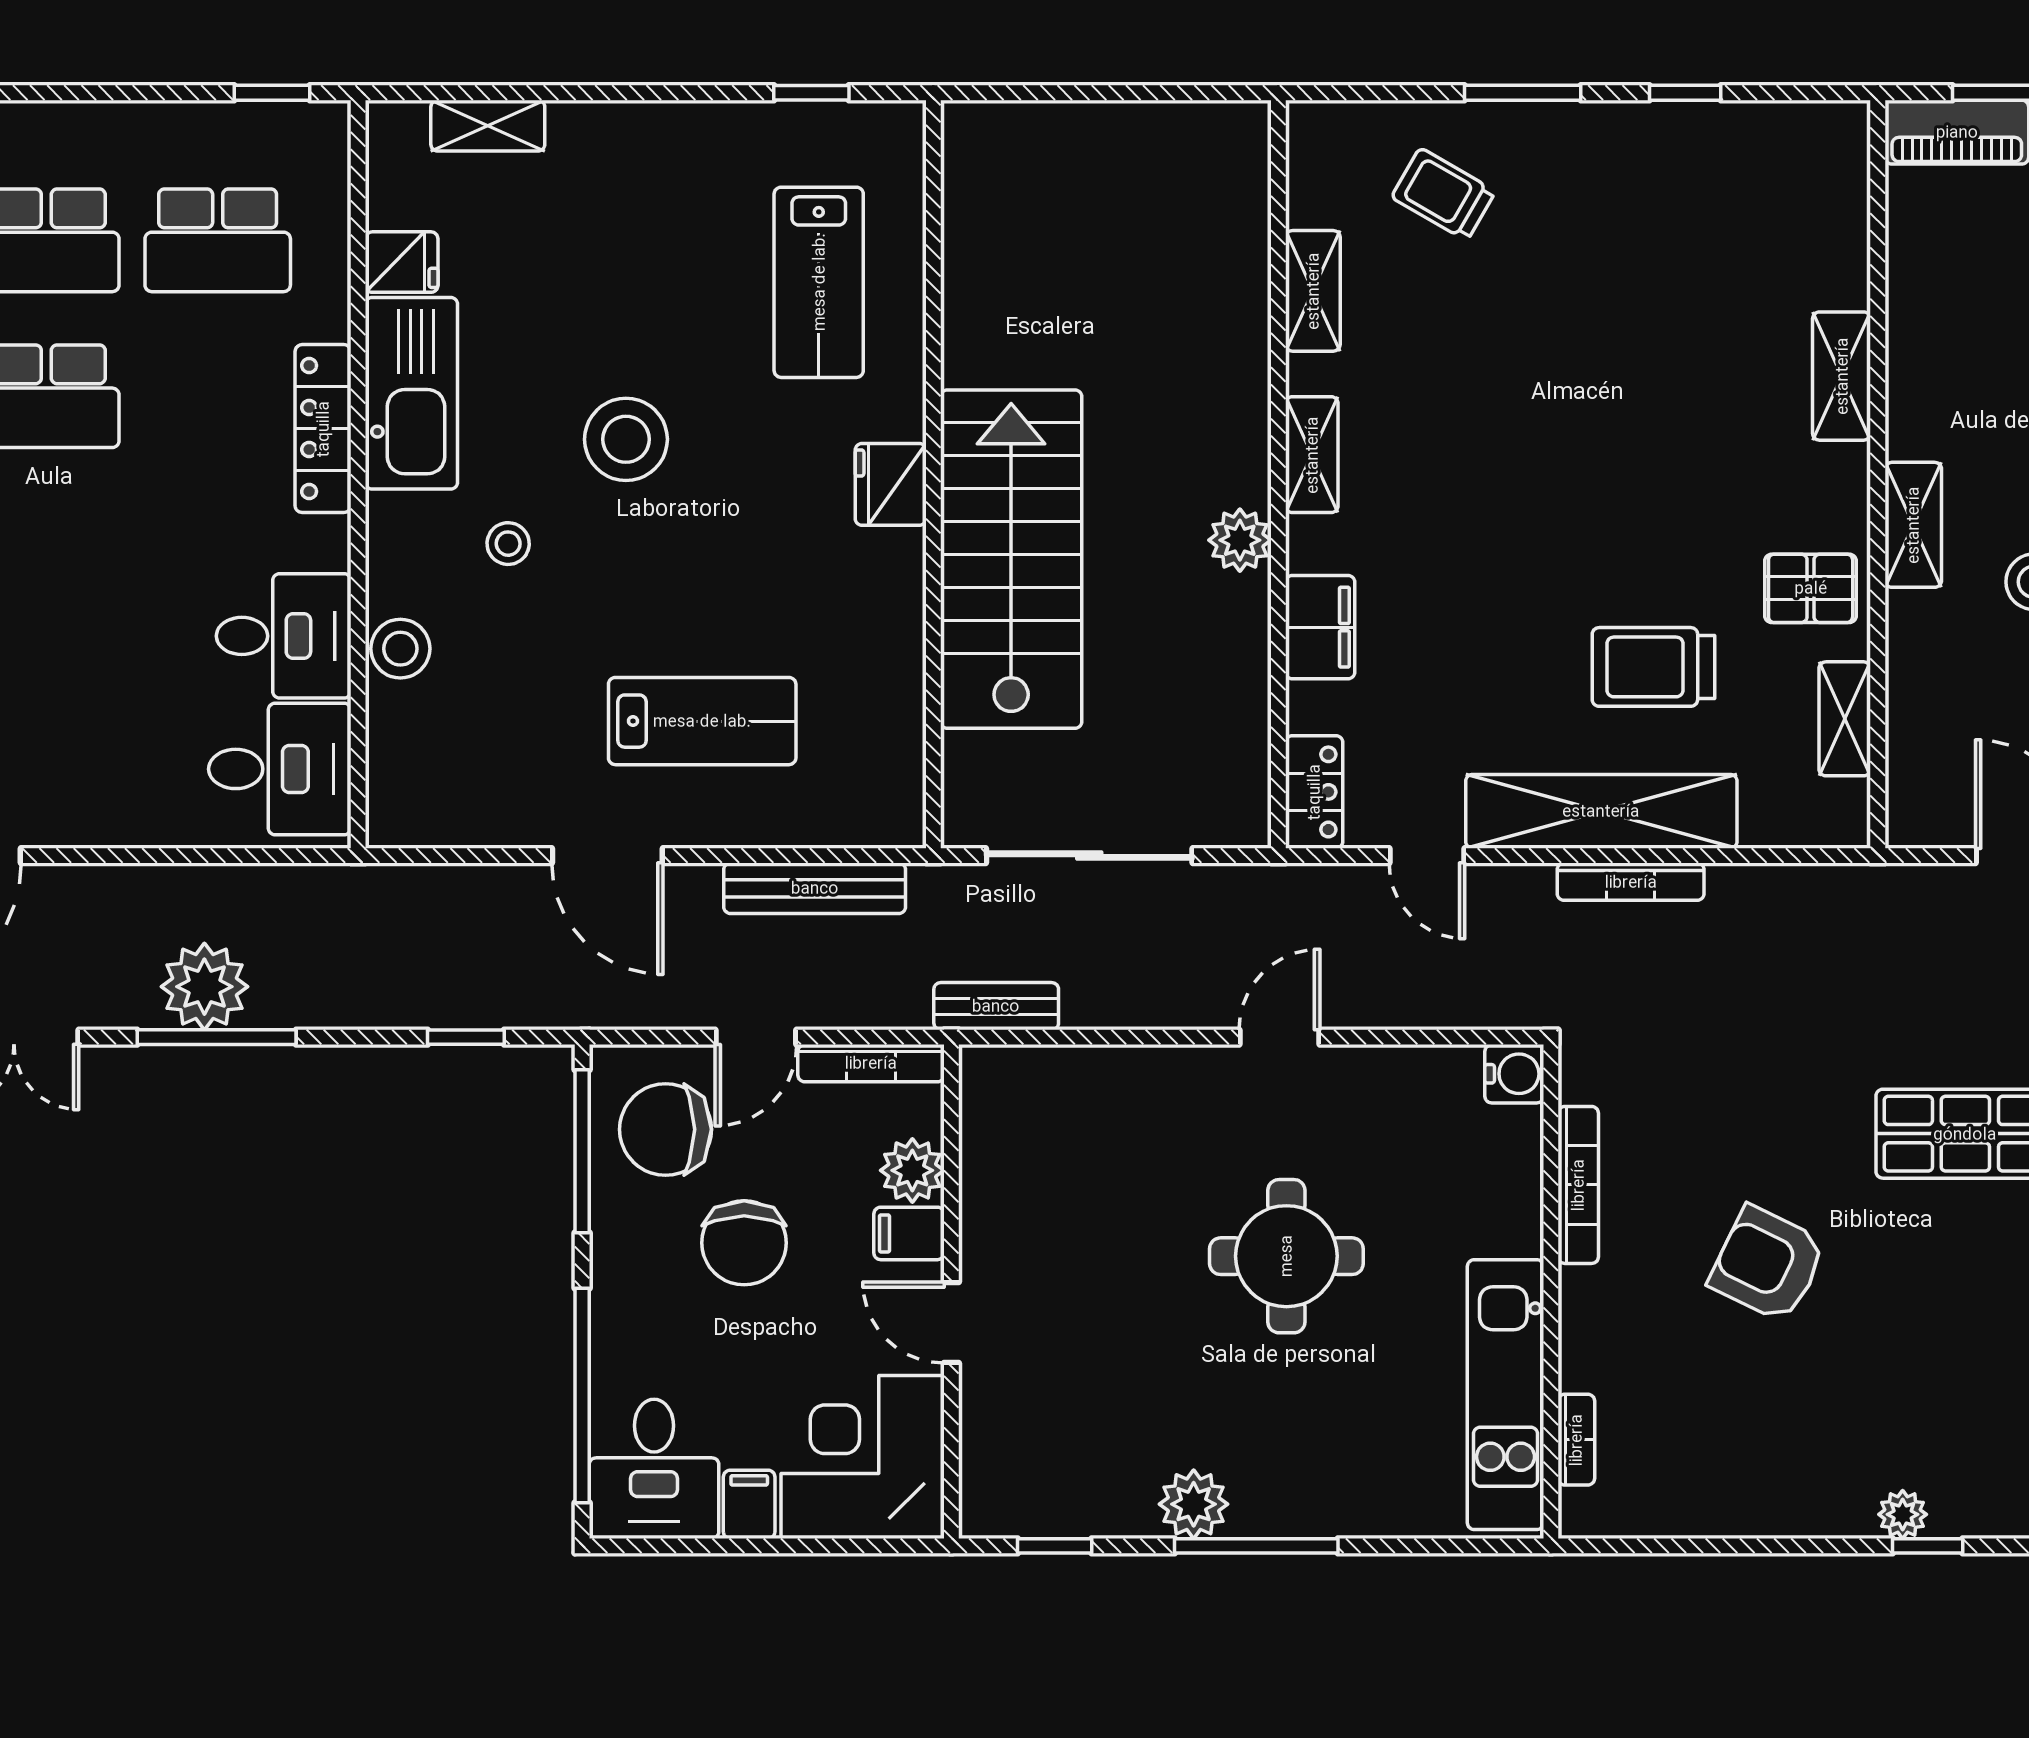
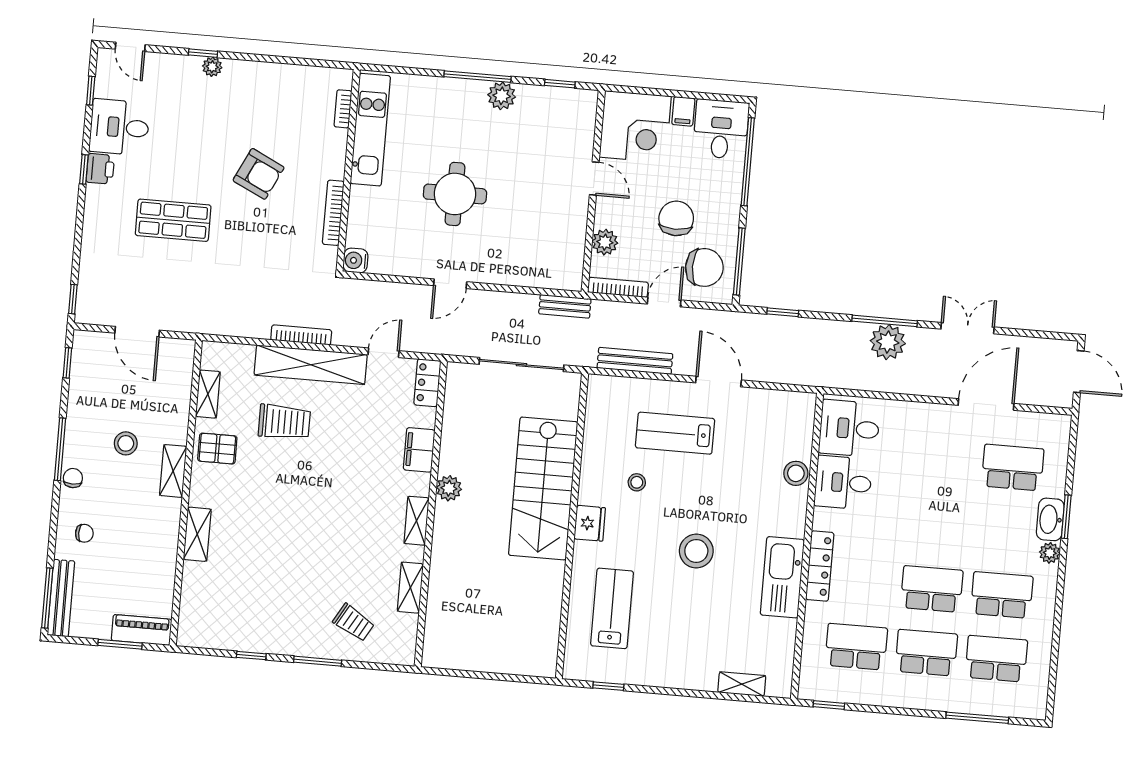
fridge: (402, 262) -> (782, 631), removed
stool: (508, 544) -> (637, 482), moved
door: (1427, 856) -> (384, 353), hinge flipped
filing cabinet: (909, 1233) -> (608, 216), removed

